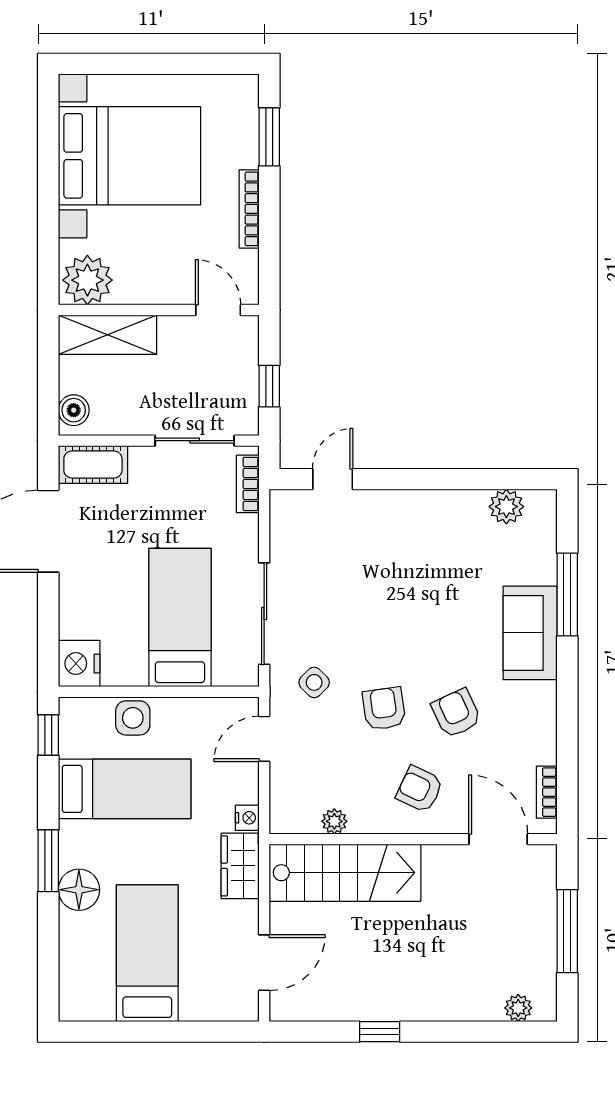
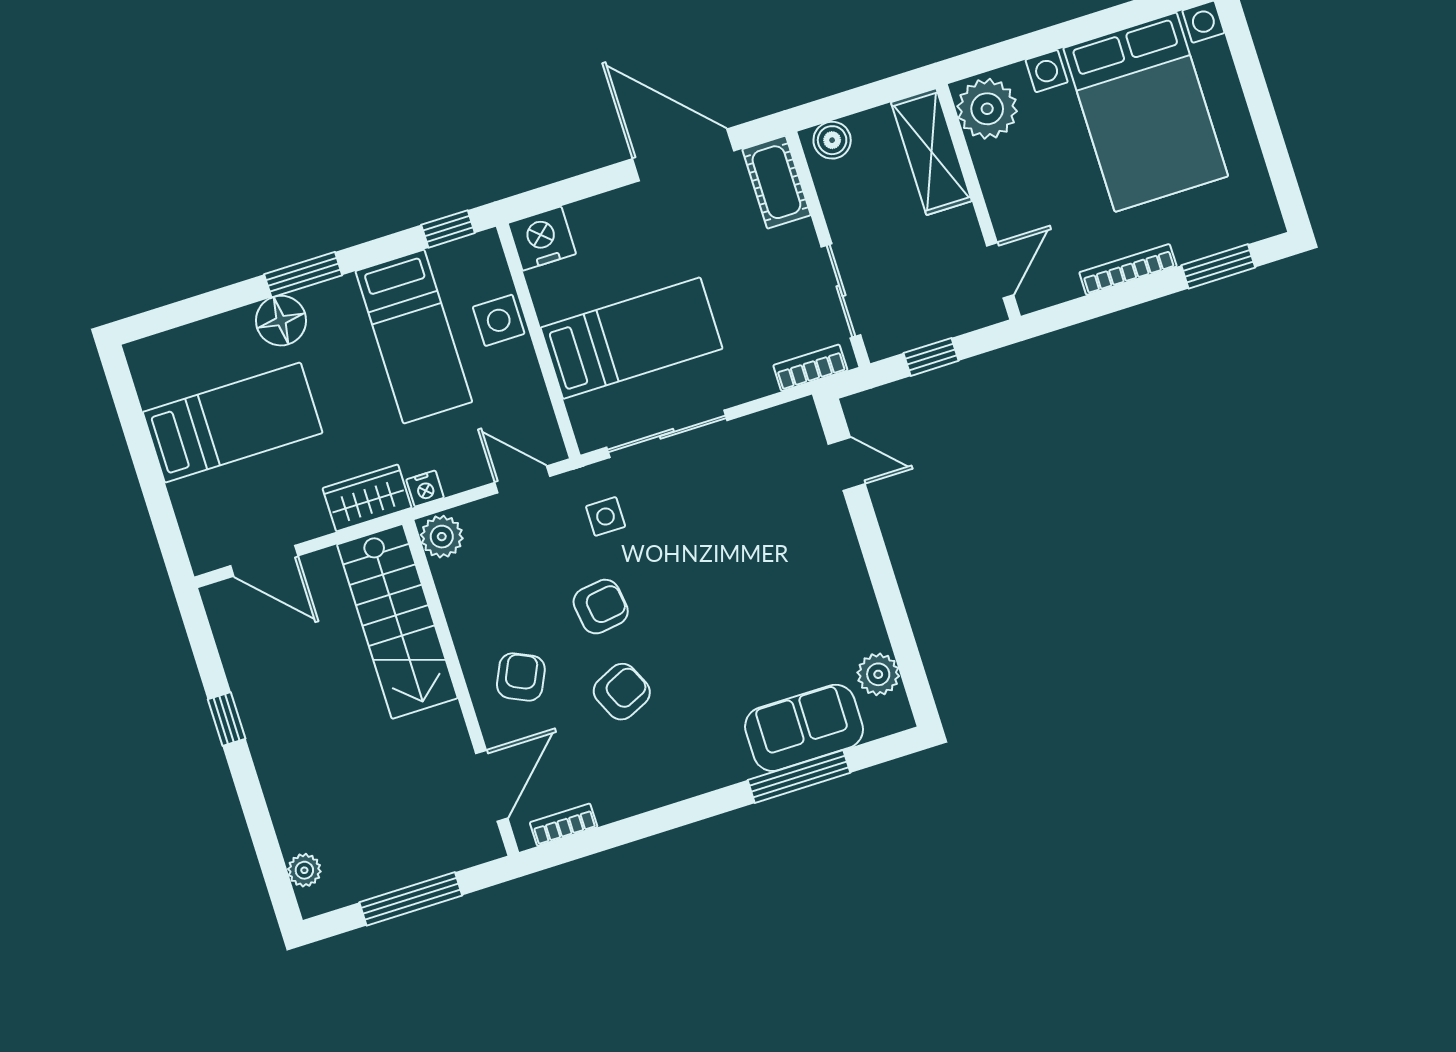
sofa: (530, 633) -> (804, 728), moved
side table: (314, 682) -> (606, 516), turned 45
plant: (334, 821) -> (442, 537), moved, width x1.38, depth x1.38

